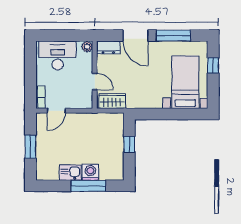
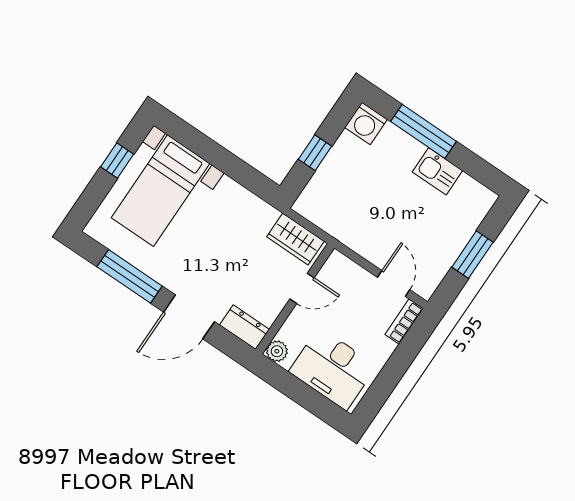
door: (136, 36) -> (189, 317), swing flipped
window: (213, 65) -> (117, 160), moved
door: (95, 81) -> (302, 288), swing flipped
door: (56, 111) -> (394, 284), hinge flipped
washing machine: (90, 172) -> (366, 123), moved

